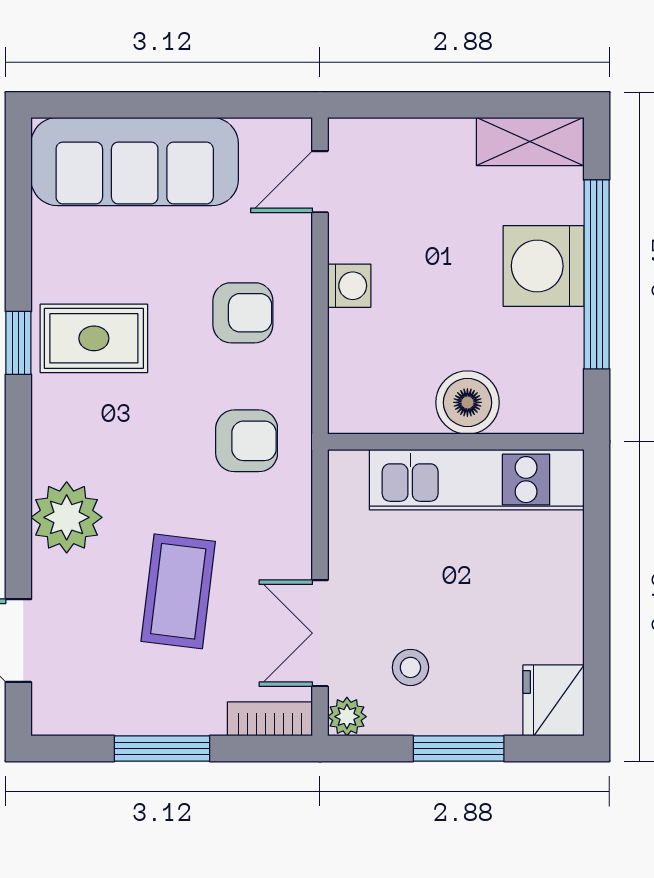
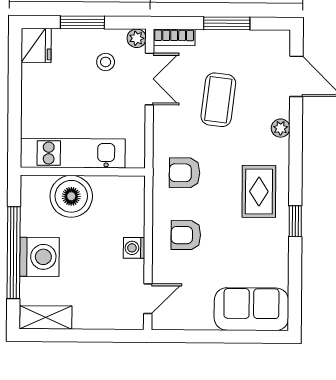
sofa: (135, 162) -> (251, 309), width x0.73
rug: (94, 338) -> (259, 191), moved, turned 90
boiler: (467, 402) -> (71, 196), width x1.37, depth x1.37
plant: (67, 517) -> (281, 128), width x0.53, depth x0.53

